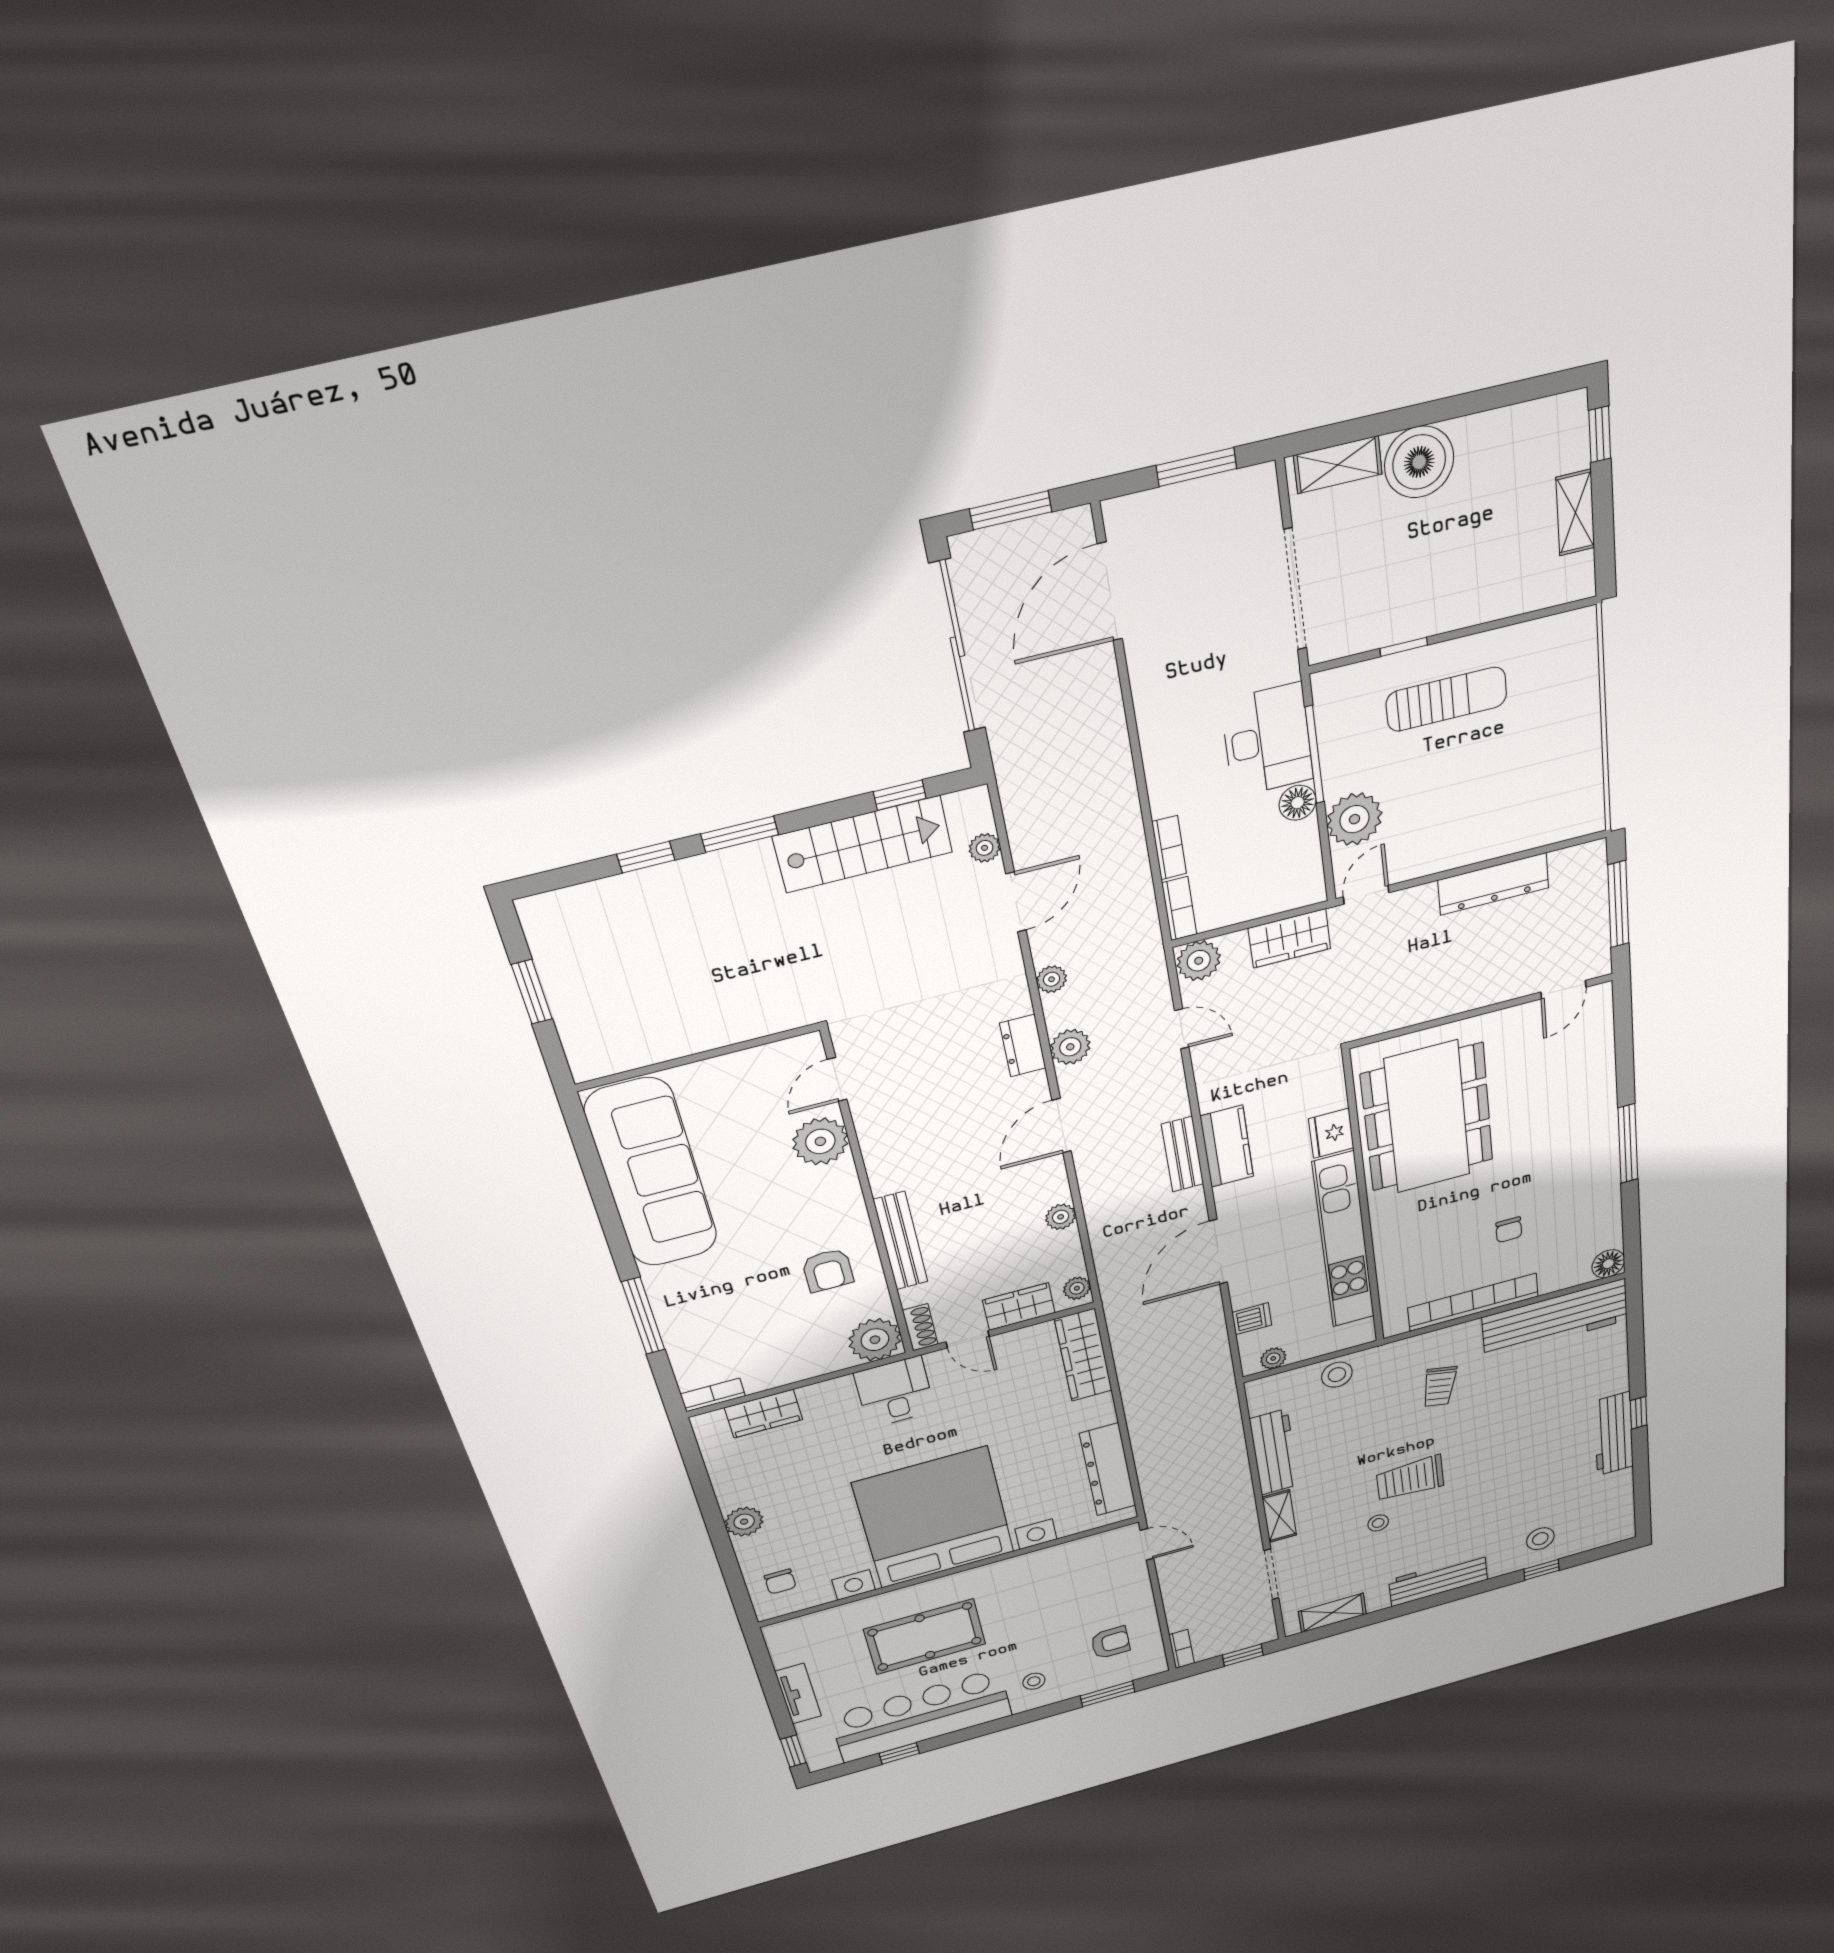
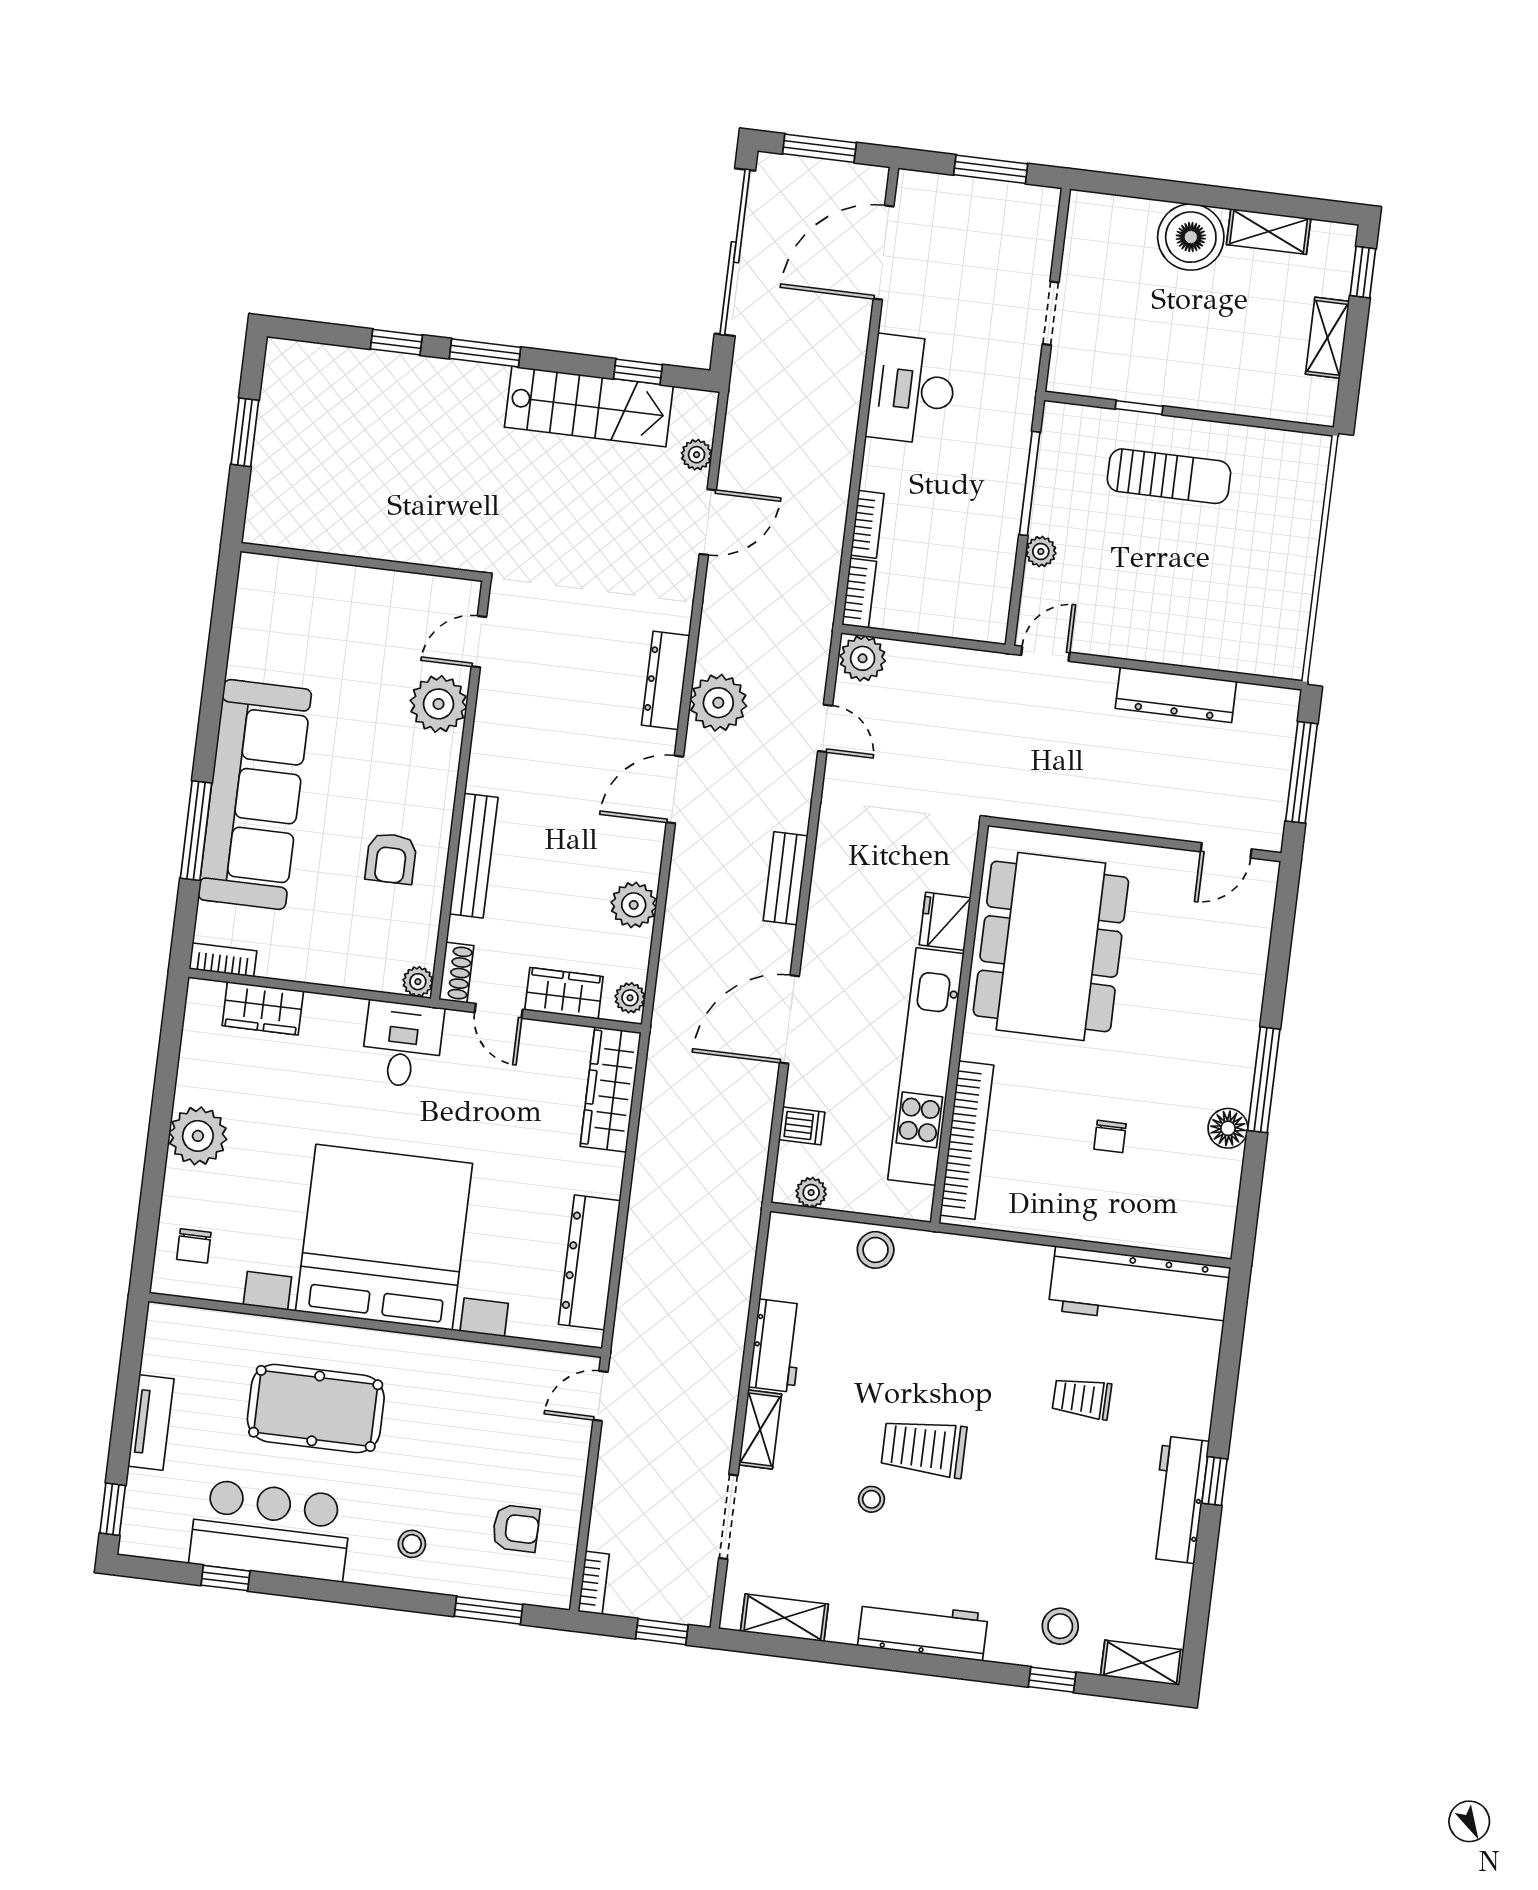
shelving: (1338, 465) -> (1269, 231), moved
doorway: (1295, 589) -> (1051, 313), width x0.53
desk: (1267, 740) -> (912, 390), moved, turned 180
floor lamp: (1298, 803) -> (1002, 527), removed
plant: (1354, 819) -> (1041, 551), width x0.53, depth x0.53
wardrobe: (1289, 938) -> (958, 671), removed
plant: (1052, 979) -> (716, 619), removed
dresser: (1023, 1046) -> (666, 680), width x1.44
plant: (1070, 1047) -> (718, 703), width x1.36, depth x1.36
kitchen counter: (1227, 1146) -> (833, 889), removed
sofa: (652, 1173) -> (255, 795), moved
plant: (1061, 1217) -> (634, 905), width x1.38, depth x1.38
floor lamp: (1608, 1264) -> (1228, 1128), moved
bookcase: (1473, 1302) -> (967, 1140), moved, turned 90
plant: (875, 1340) -> (418, 982), width x0.53, depth x0.53
trolley: (1439, 1386) -> (1082, 1398), moved, turned 79
workbench: (1274, 1452) -> (776, 1346), width x0.73
plant: (744, 1522) -> (198, 1136), width x1.36, depth x1.36
shelving: (1606, 1535) -> (1142, 1663), added
door: (1147, 1544) -> (600, 1396), swing flipped
bar counter: (921, 1715) -> (271, 1530), width x0.73

